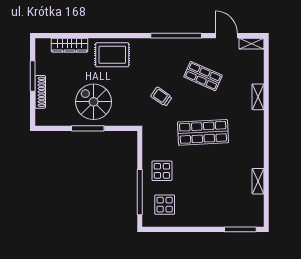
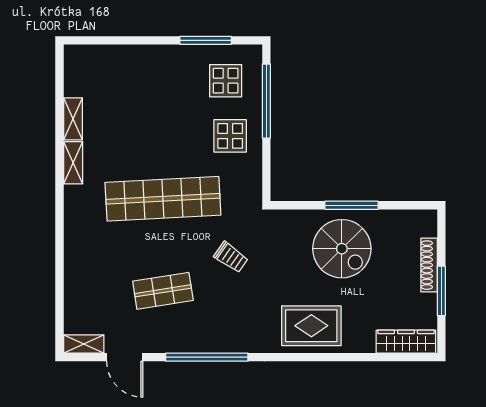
wardrobe: (69, 45) -> (406, 342), moved
shop shelf: (203, 76) -> (163, 291), turned -33
shelving: (258, 97) -> (73, 163), moved
shop shelf: (203, 132) -> (163, 199), width x1.40
window: (240, 229) -> (206, 40), moved

